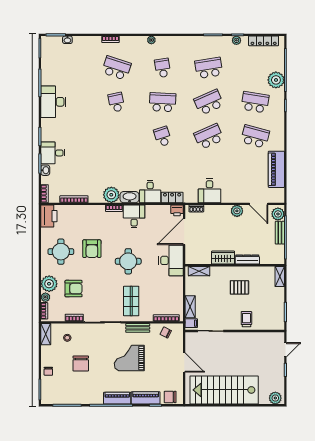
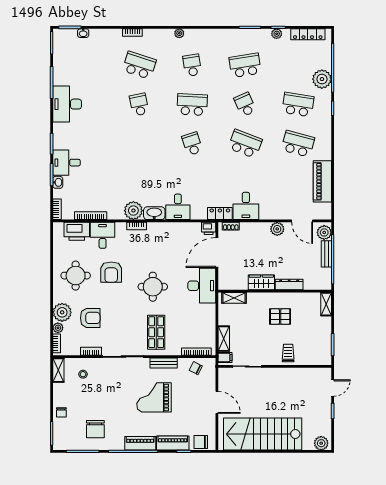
school desk: (209, 102) -> (245, 105), width x0.54
school desk: (209, 137) -> (245, 144), turned 45
locker: (172, 197) -> (220, 214), moved
printer: (49, 216) -> (77, 231), moved, turned 90
desk: (134, 216) -> (103, 235), moved
chair: (81, 363) -> (95, 429), moved

